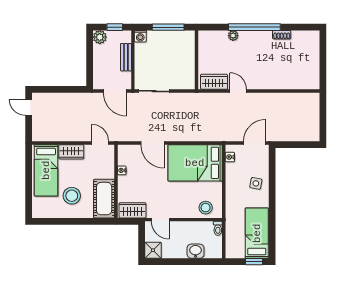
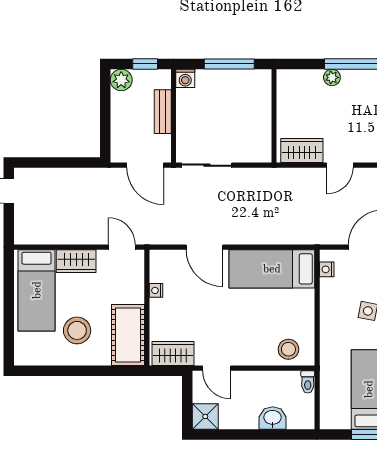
door: (238, 91) -> (340, 165), swing flipped
bed: (195, 163) -> (272, 269), width x0.67

